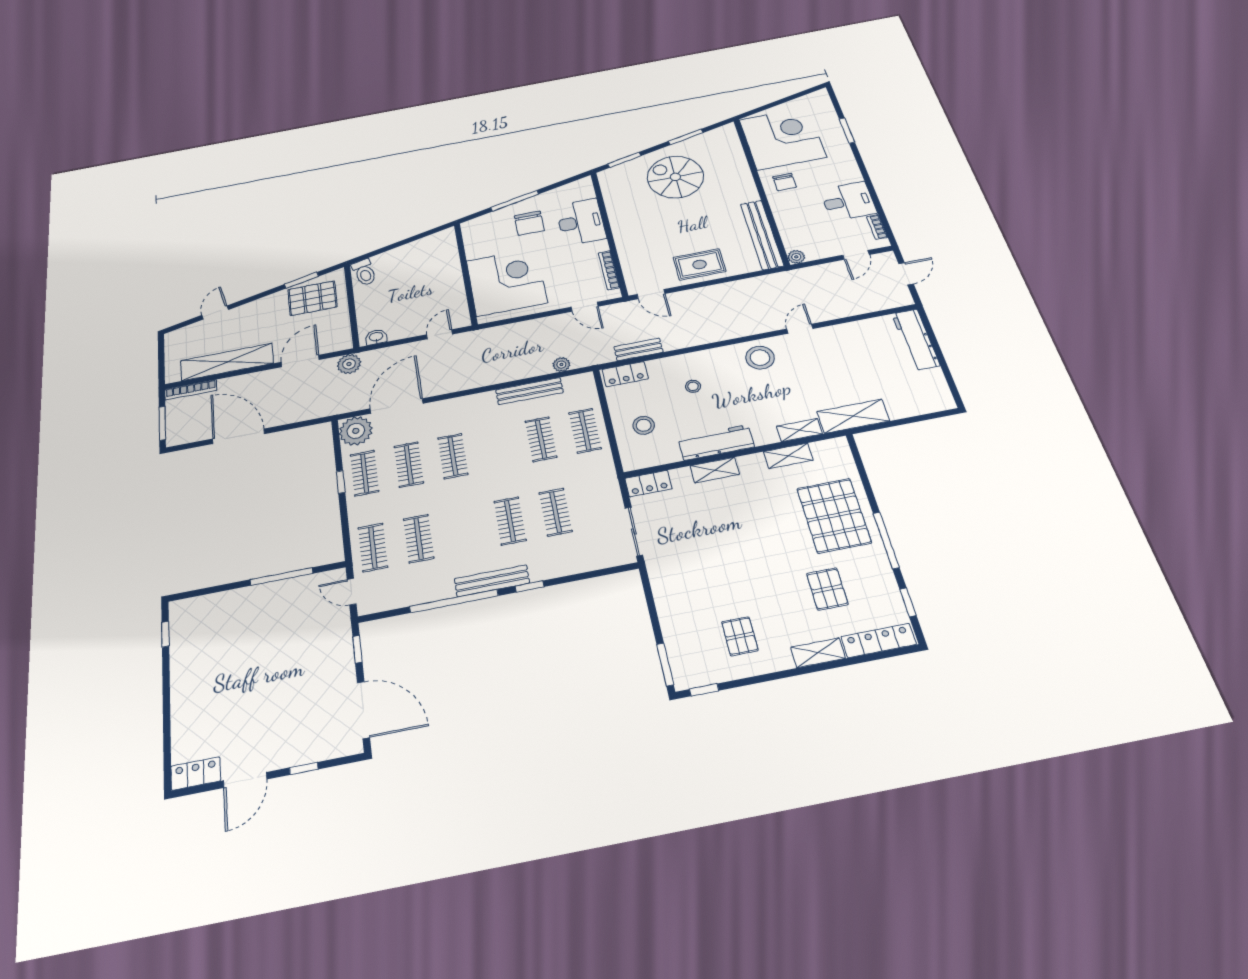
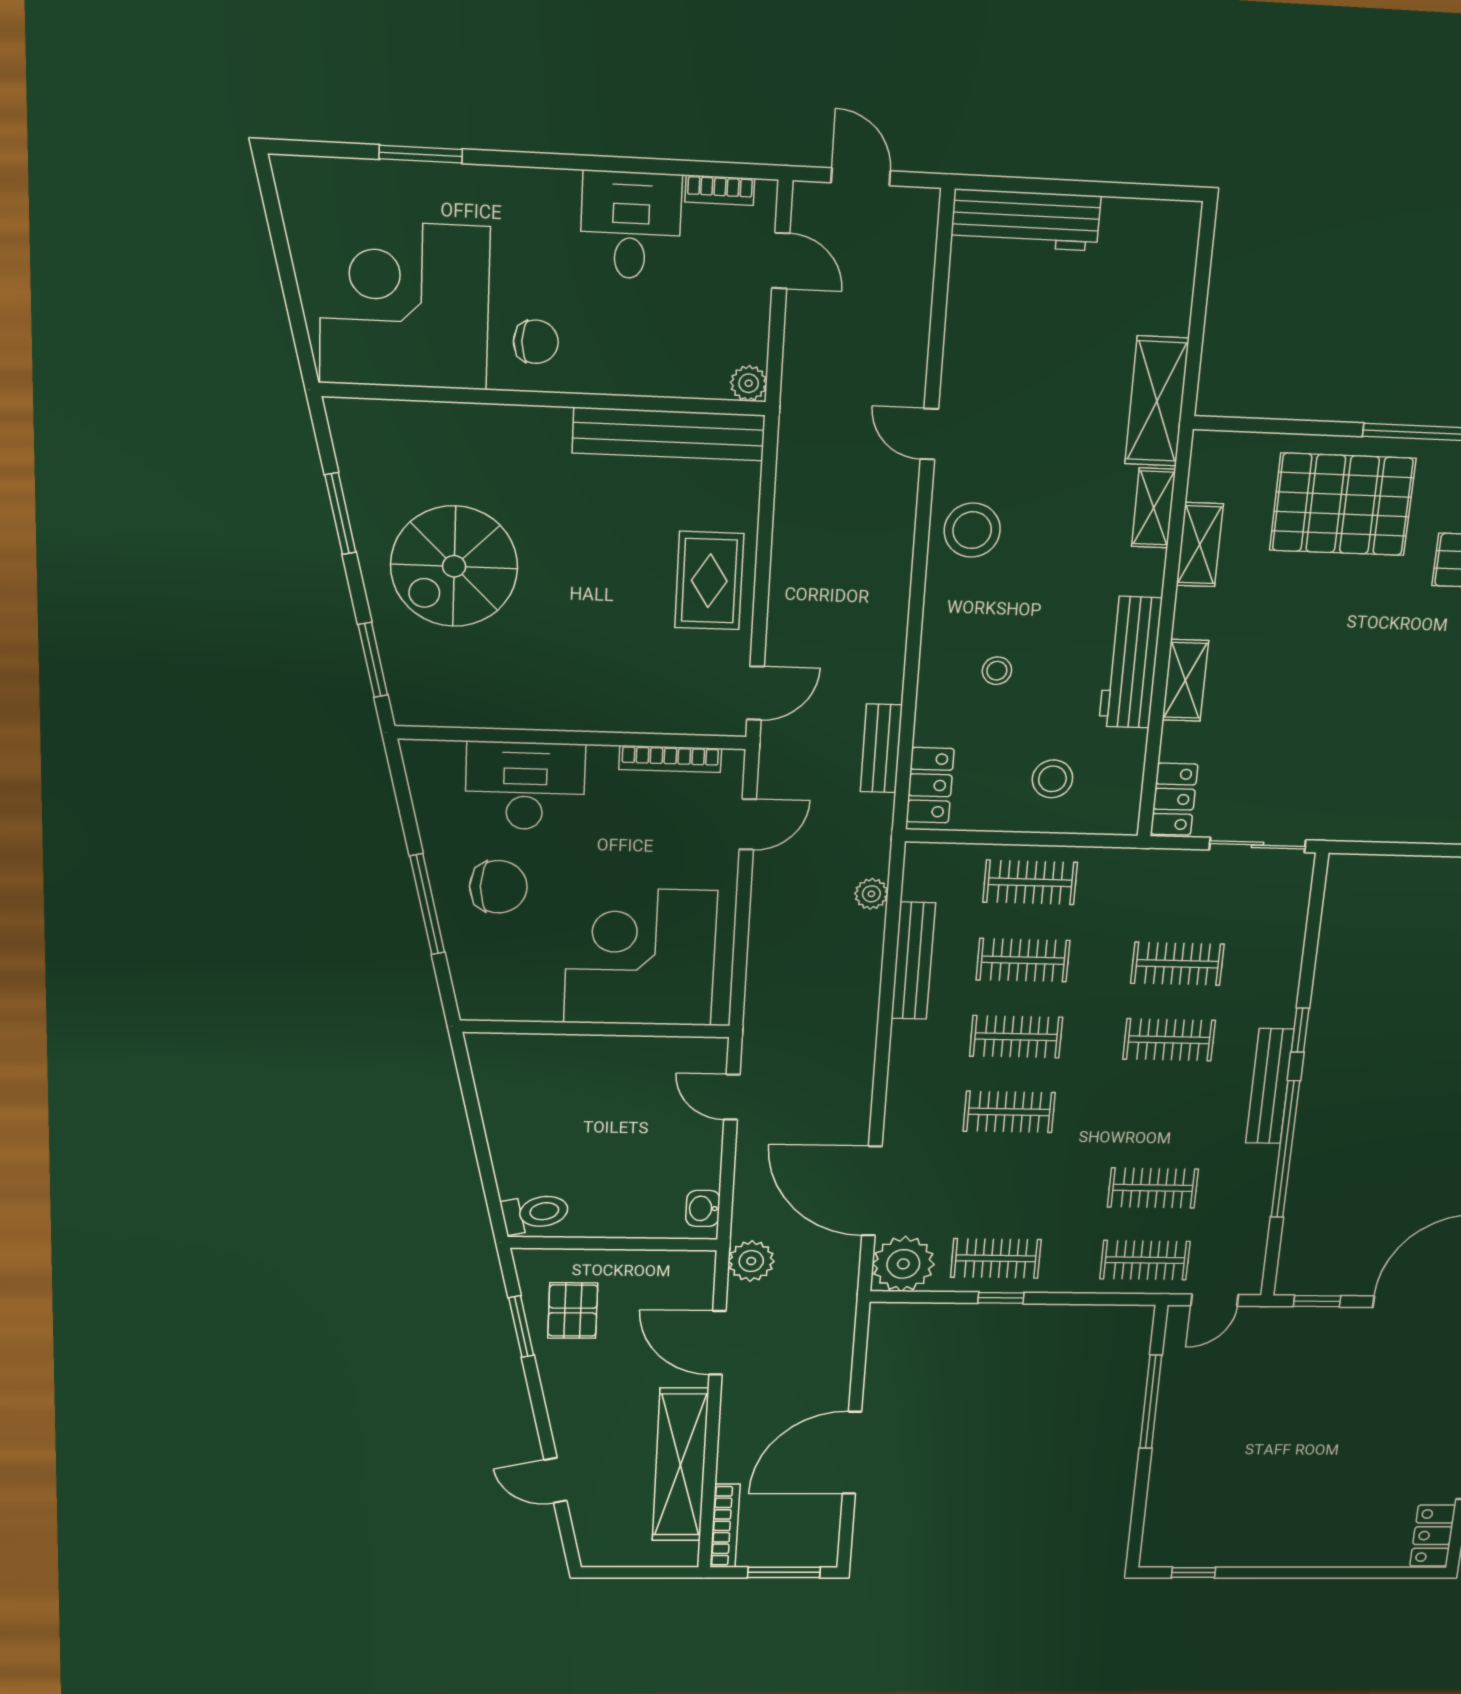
pallet: (313, 298) -> (573, 1311), width x0.67, depth x0.71
clothes rail: (409, 465) -> (1016, 1037), moved

